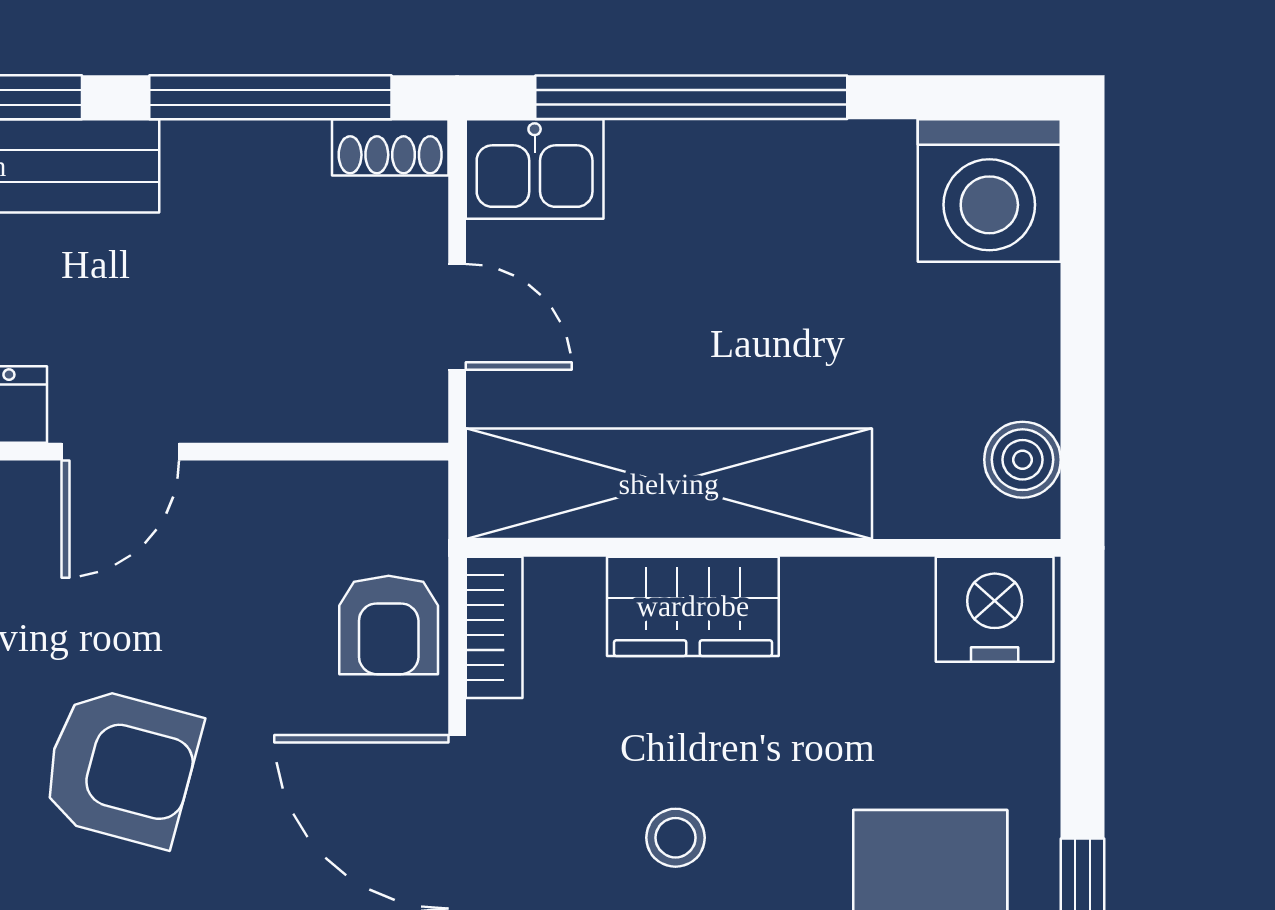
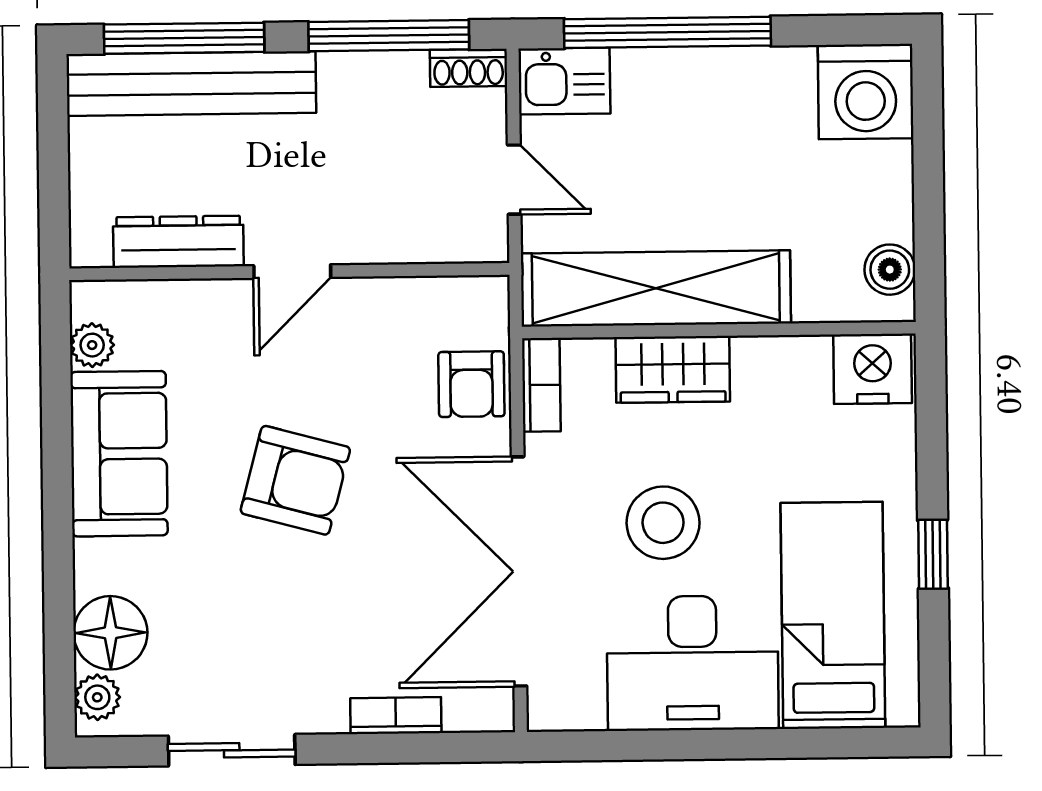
stool: (675, 838) -> (663, 523), width x1.89, depth x1.89

